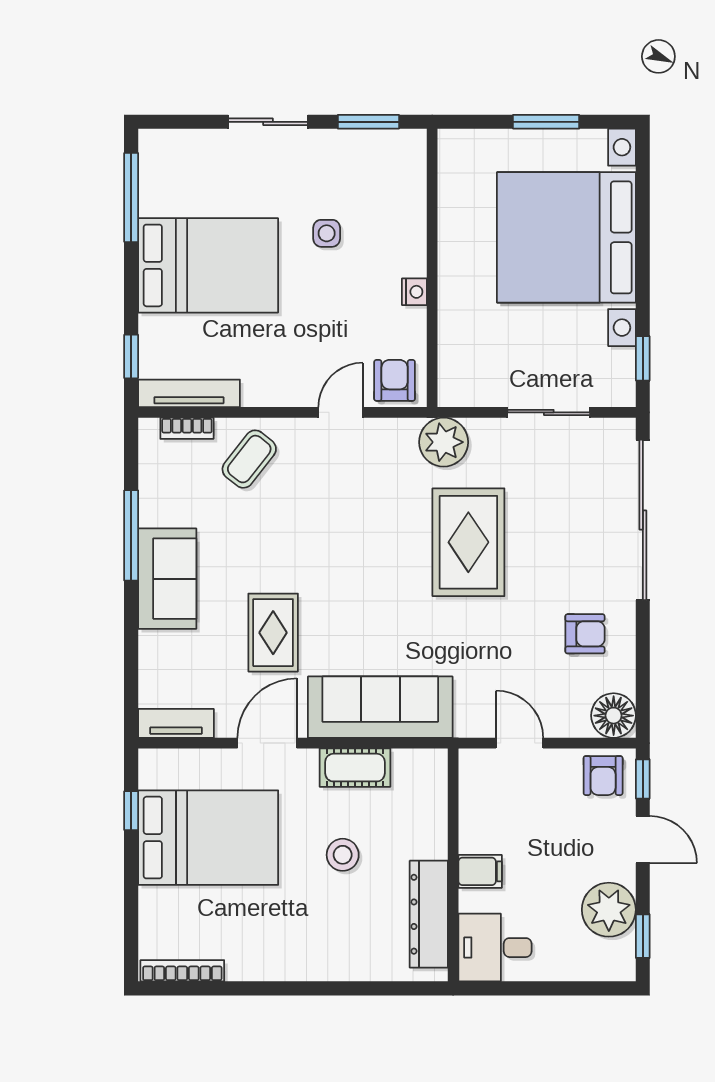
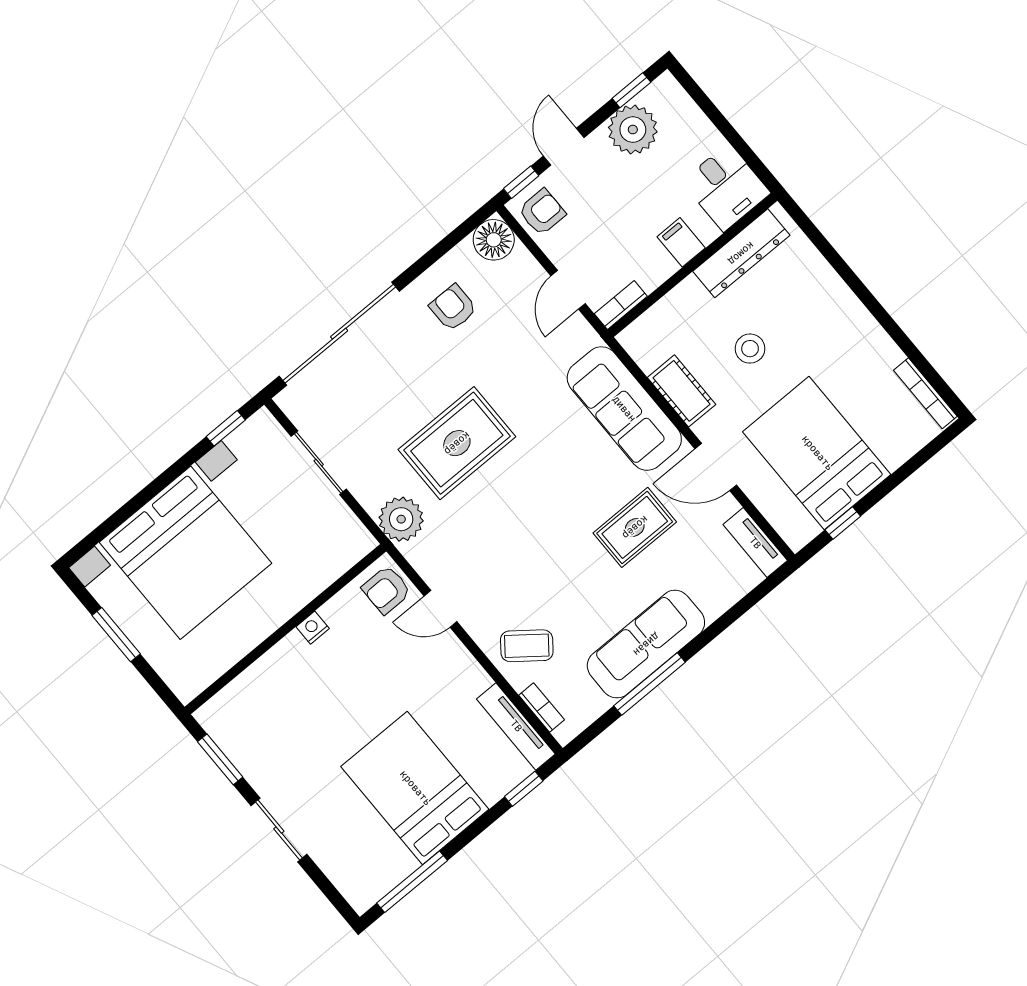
side table: (327, 233) -> (323, 723), removed
sofa: (167, 579) -> (646, 644), width x1.36
bookcase: (470, 777) -> (621, 305), added

